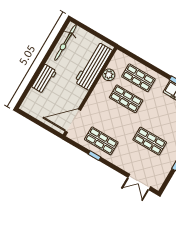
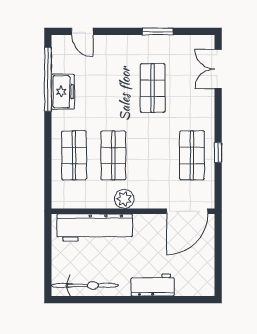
plant: (109, 75) -> (124, 199), moved
door: (73, 121) -> (187, 211), hinge flipped
double door: (139, 182) -> (218, 69), swing flipped

